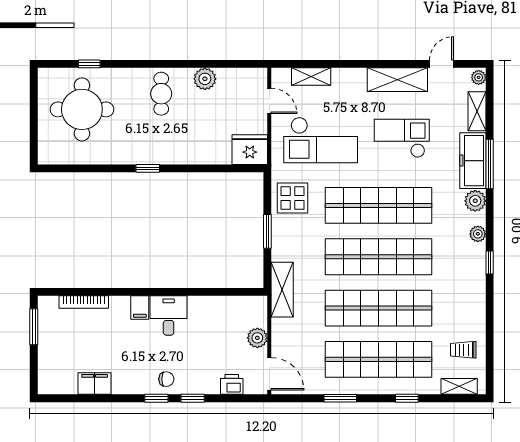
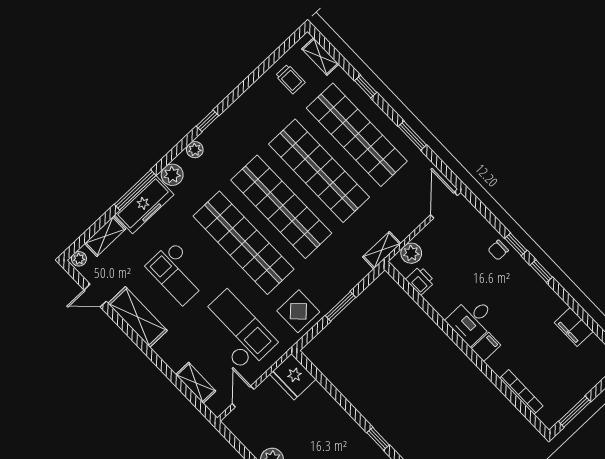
shelving: (282, 290) -> (382, 250), width x0.67, depth x0.75
plant: (257, 338) -> (411, 253), moved
chair: (166, 379) -> (498, 250), moved, turned -90
printer: (232, 384) -> (420, 281), moved, turned 180

